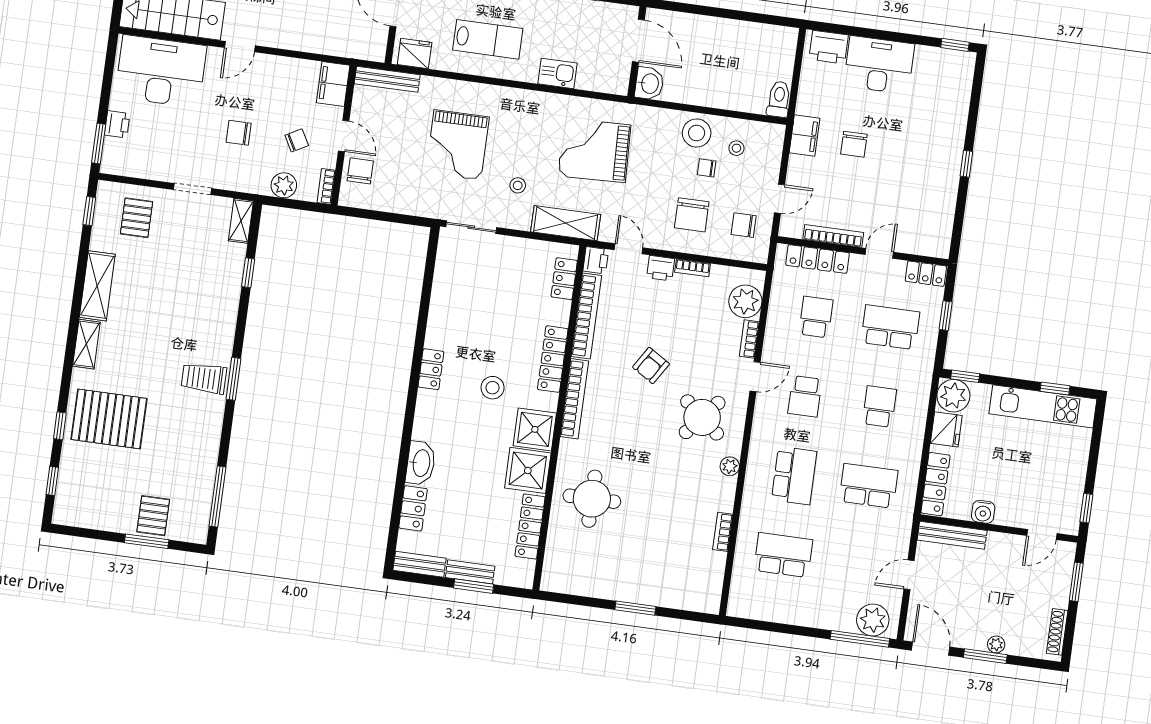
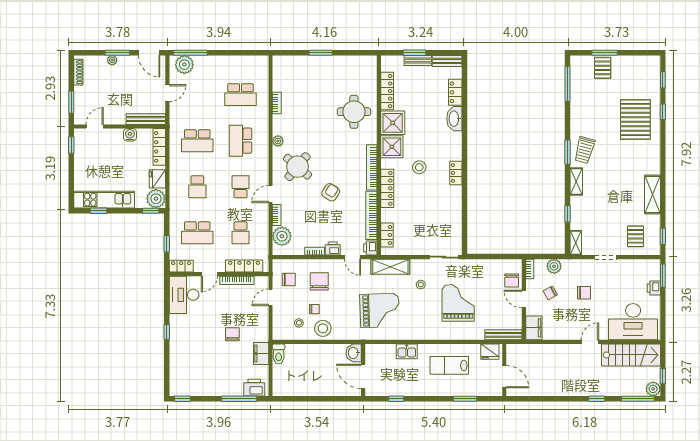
window: (857, 31) -> (239, 399), added
desk: (879, 65) -> (184, 295), moved, turned 90
filing cabinet: (805, 135) -> (261, 354), moved
shelving: (86, 344) -> (576, 182), moved
trolley: (204, 378) -> (585, 150), turned 105
pallet: (109, 419) -> (635, 119), turned 90

